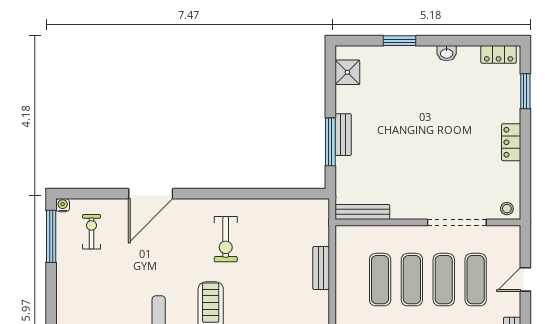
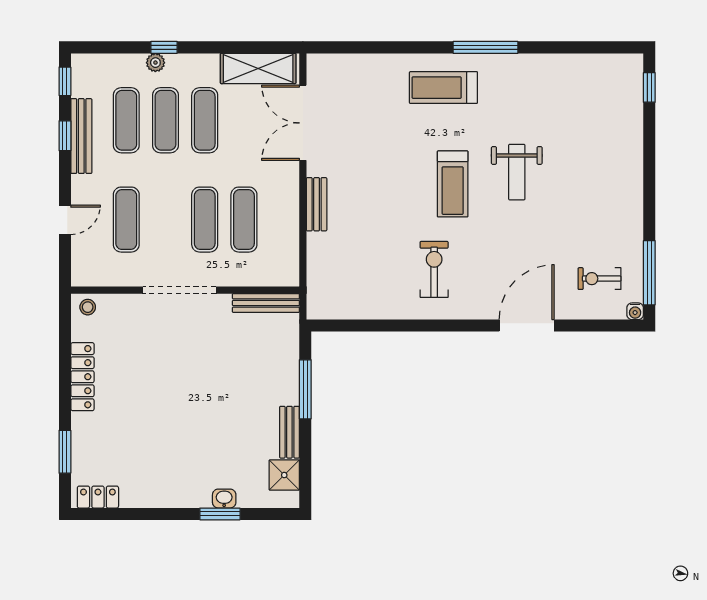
washbasin: (447, 53) -> (224, 499), moved
bench: (343, 135) -> (289, 432), moved
locker: (511, 142) -> (82, 377), width x1.53
doorway: (457, 222) -> (179, 290), moved
exercise bike: (91, 232) -> (599, 279), turned 90
bench: (321, 268) -> (317, 204), moved
exercise mat: (444, 280) -> (165, 220), removed

